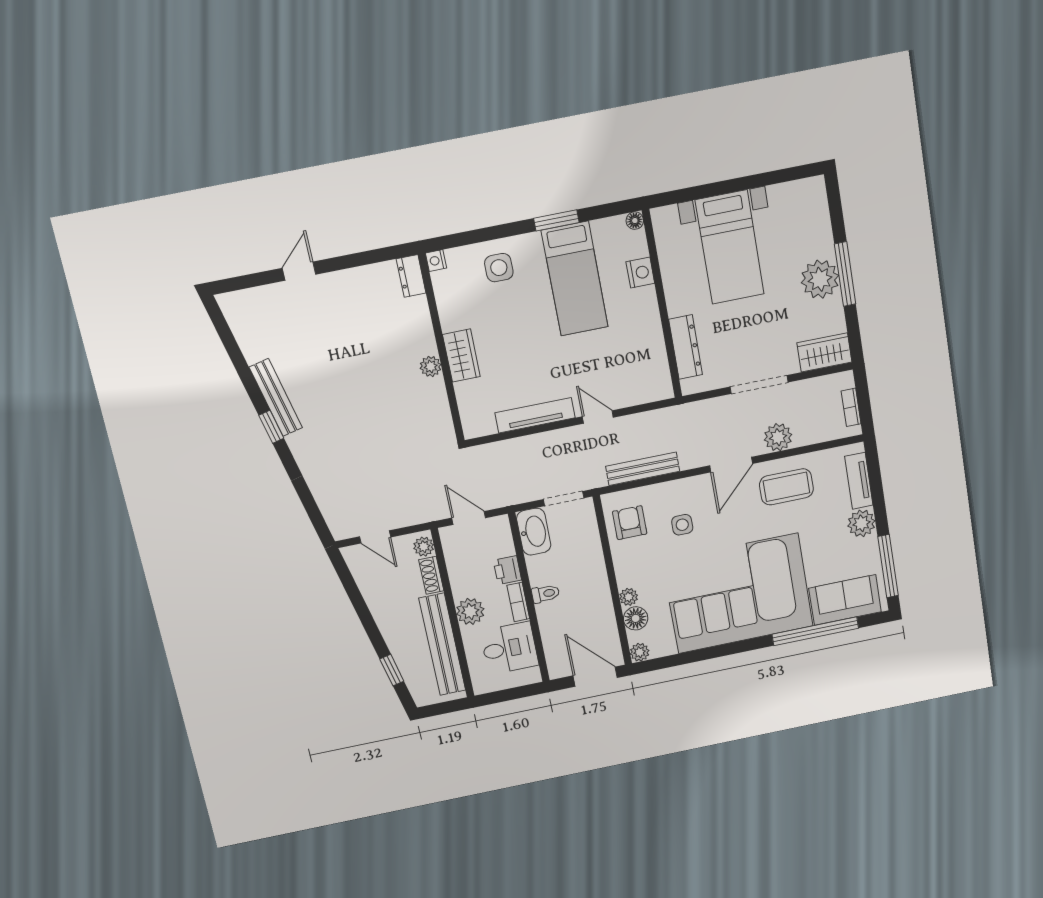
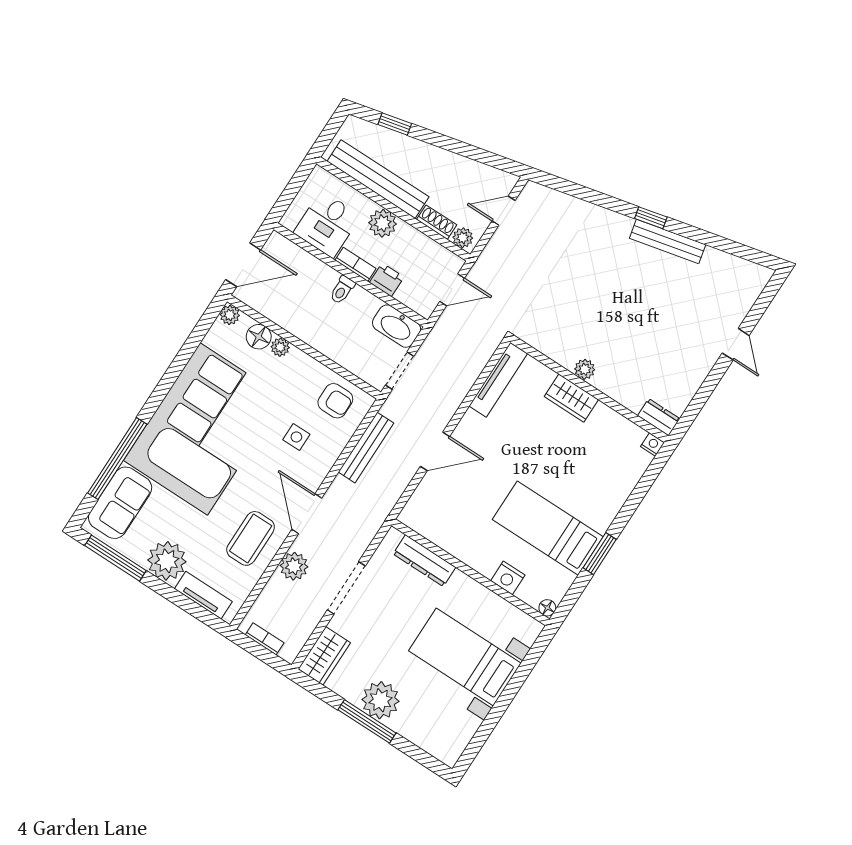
side table: (499, 268) -> (606, 483), removed
tv unit: (535, 415) -> (498, 380), moved
door: (598, 417) -> (435, 451), width x1.37
plant: (861, 523) -> (167, 561), width x1.36, depth x1.36

